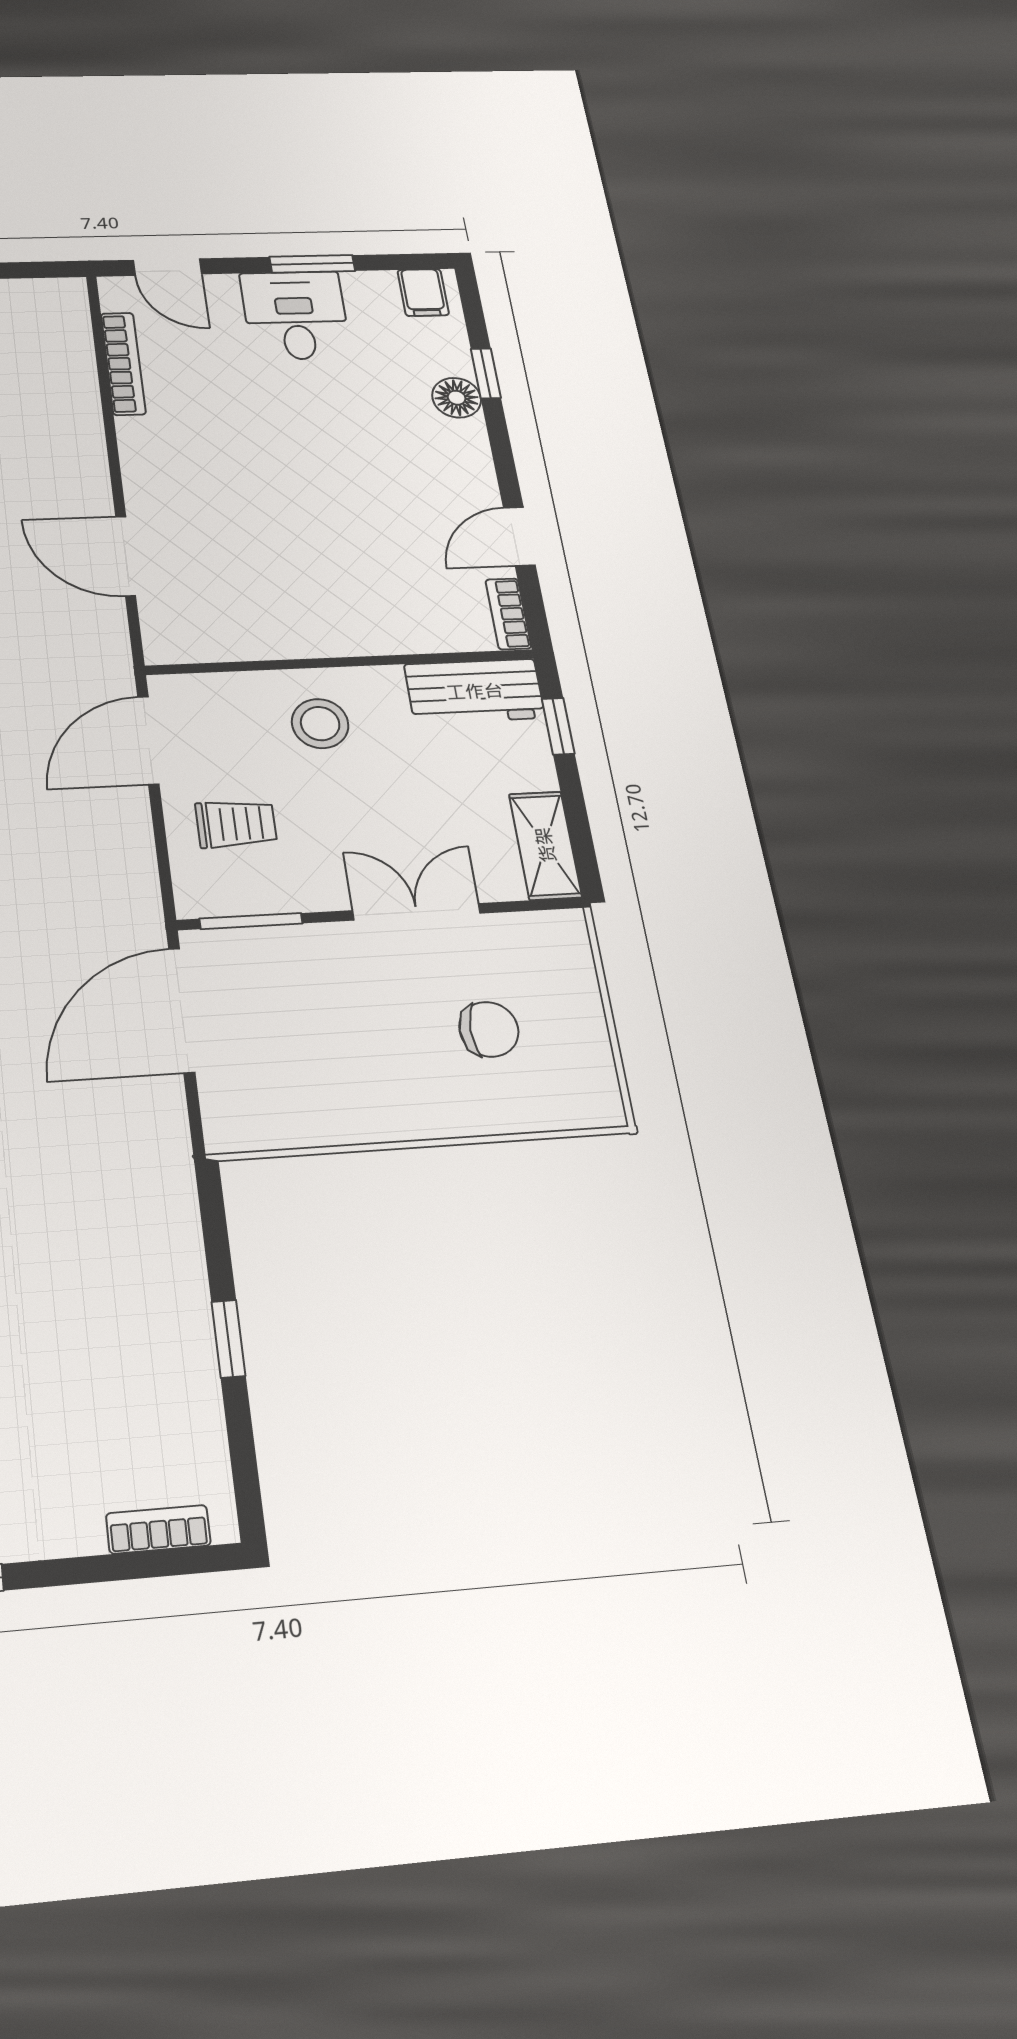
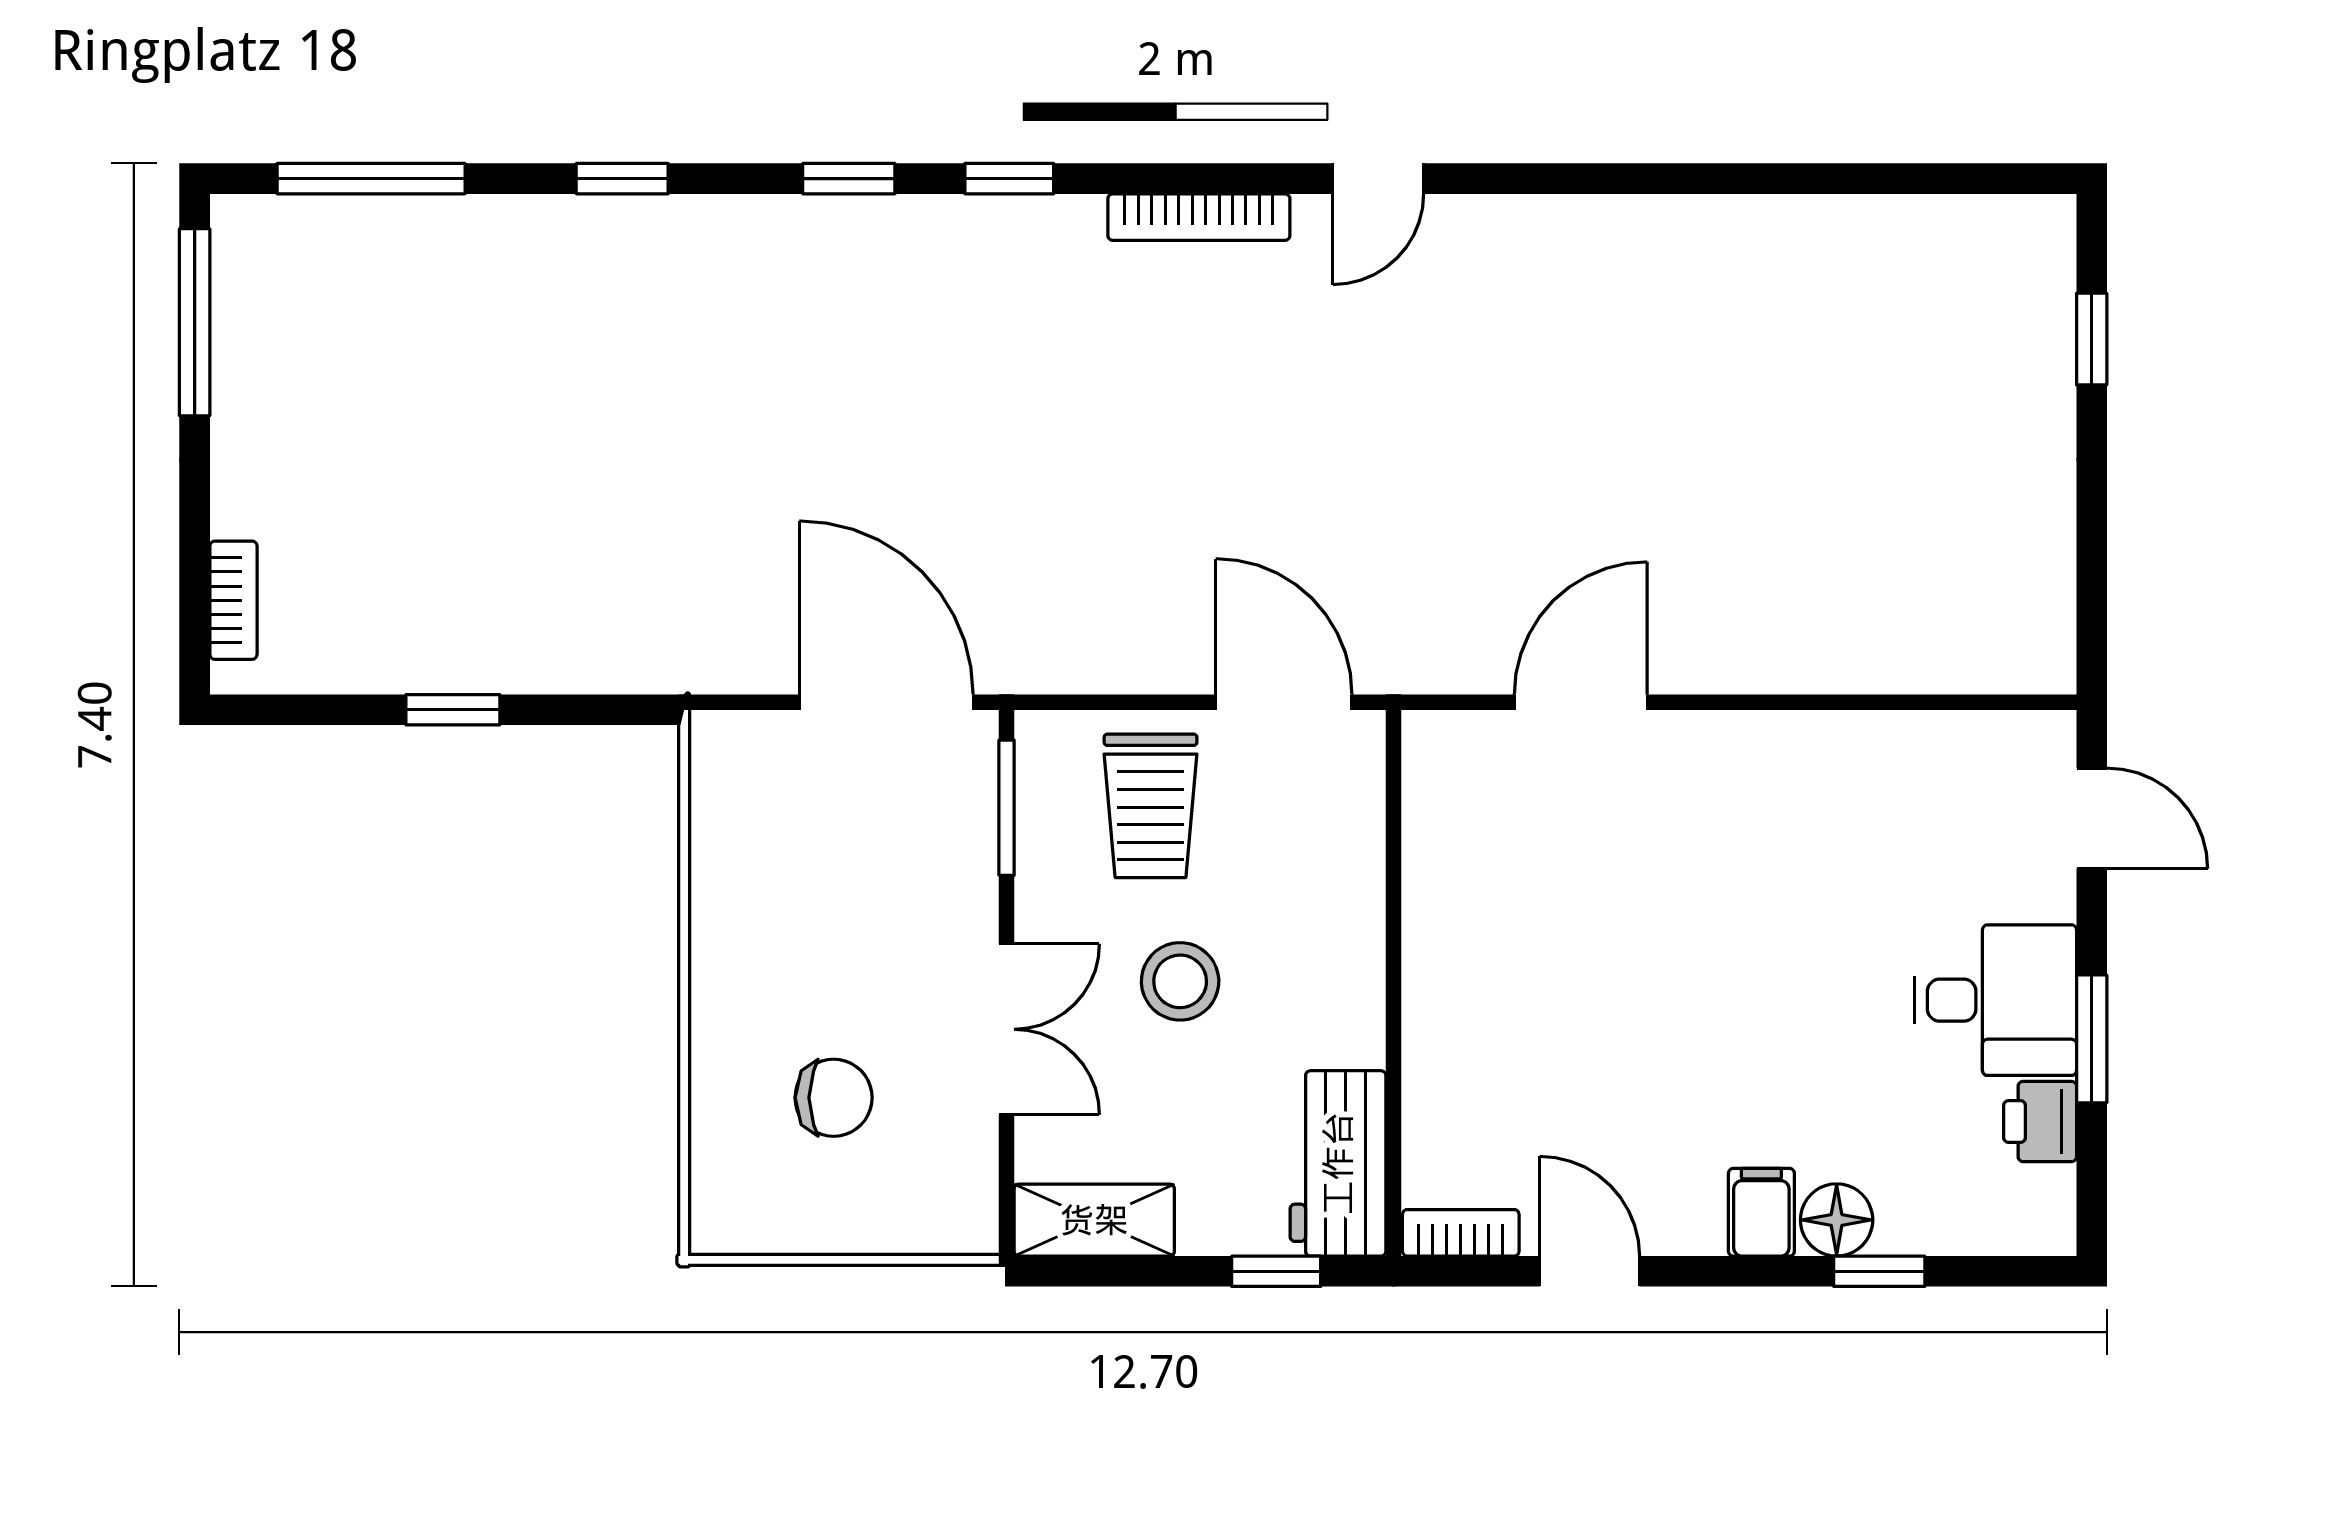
door: (167, 267) -> (2092, 818), swing flipped
printer: (371, 290) -> (2040, 1121), added
filing cabinet: (423, 292) -> (1761, 1212), moved, turned 90
bookcase: (123, 364) -> (1915, 733), removed
stool: (320, 724) -> (1180, 981), moved
trolley: (236, 824) -> (1151, 806), width x1.36, depth x1.39
chair: (489, 1029) -> (834, 1098), turned -90

